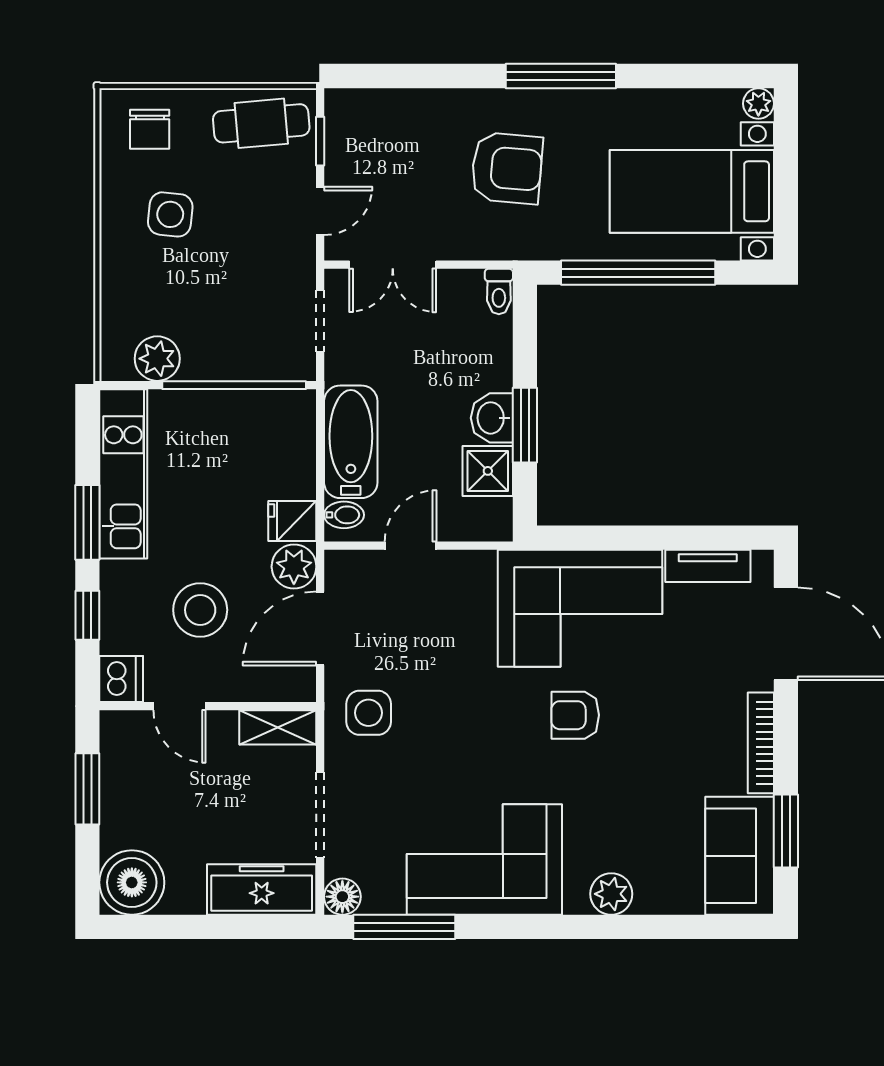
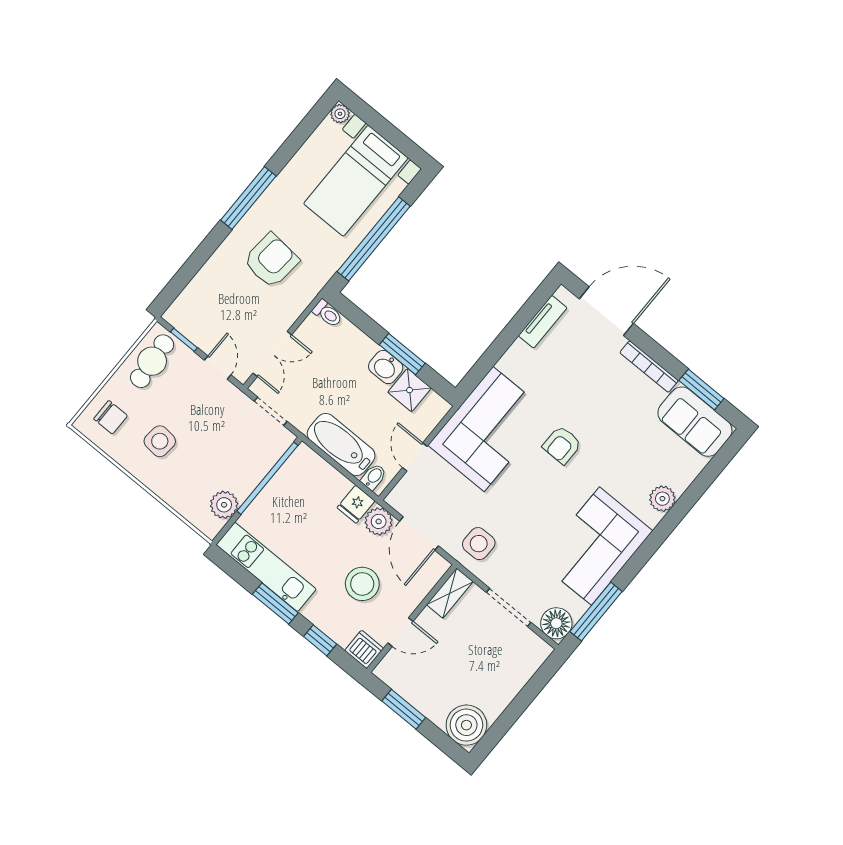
corner sofa: (580, 608) -> (489, 429), moved
freezer: (262, 890) -> (521, 665), removed
floor lamp: (342, 897) -> (556, 623), width x1.38, depth x1.38

